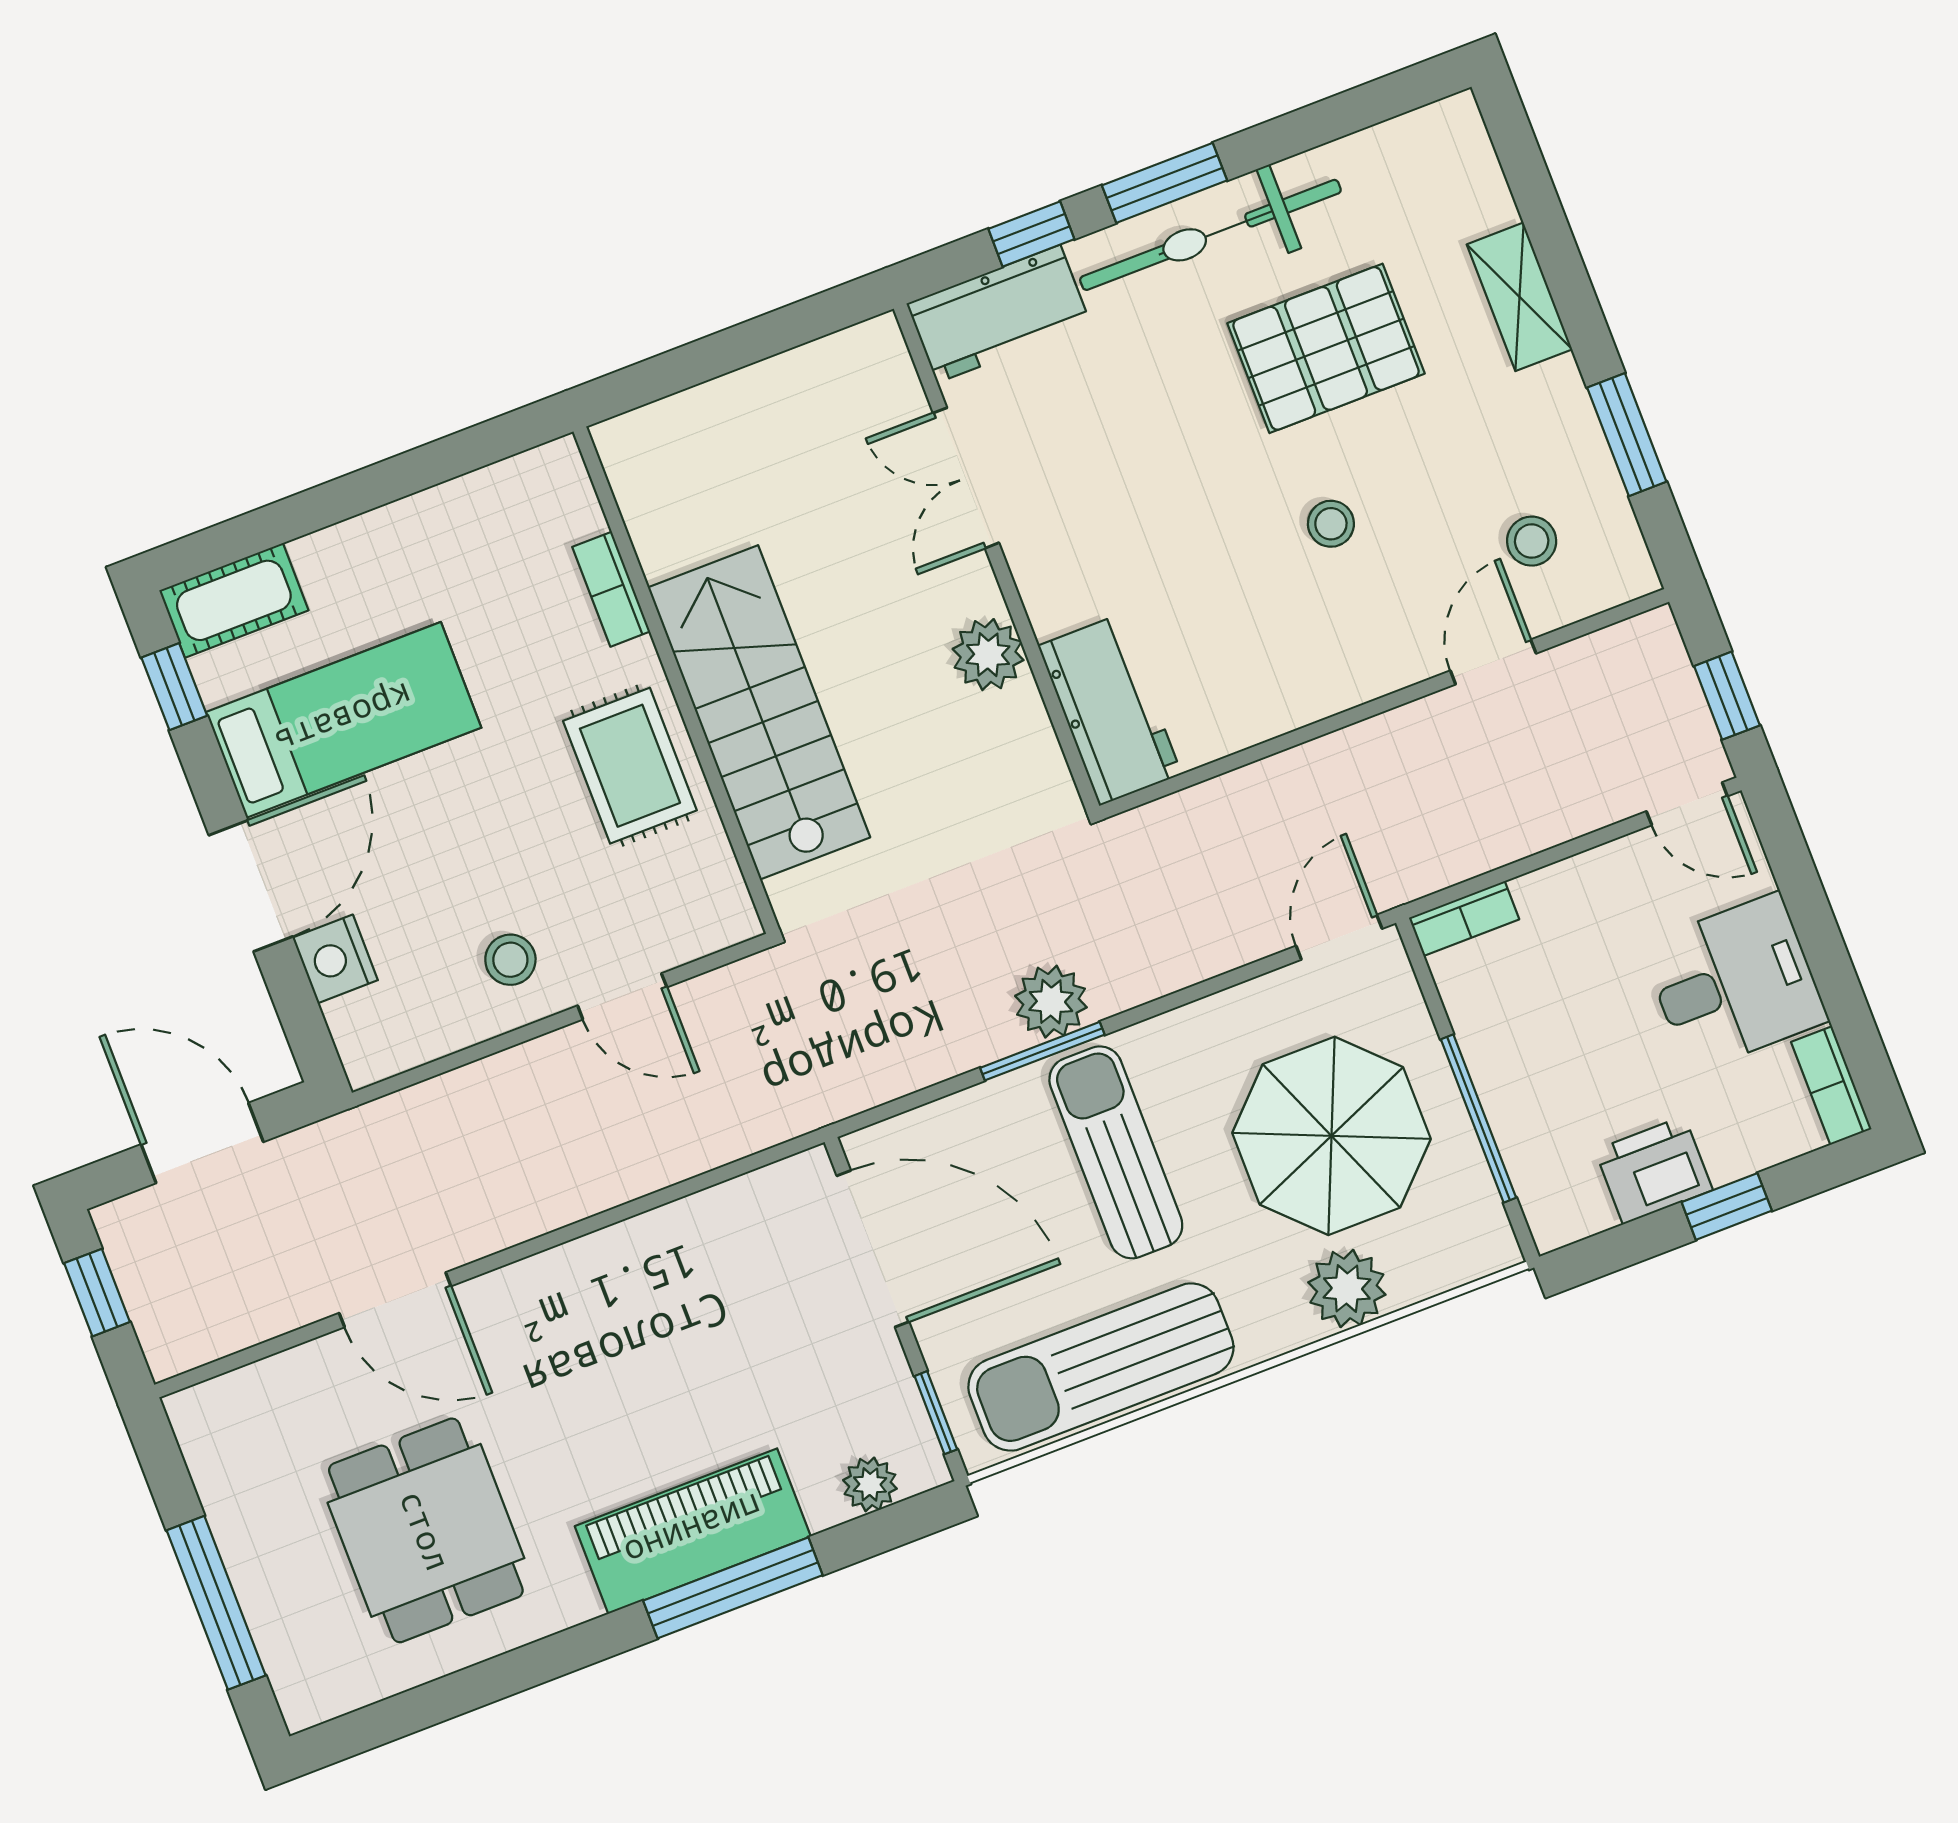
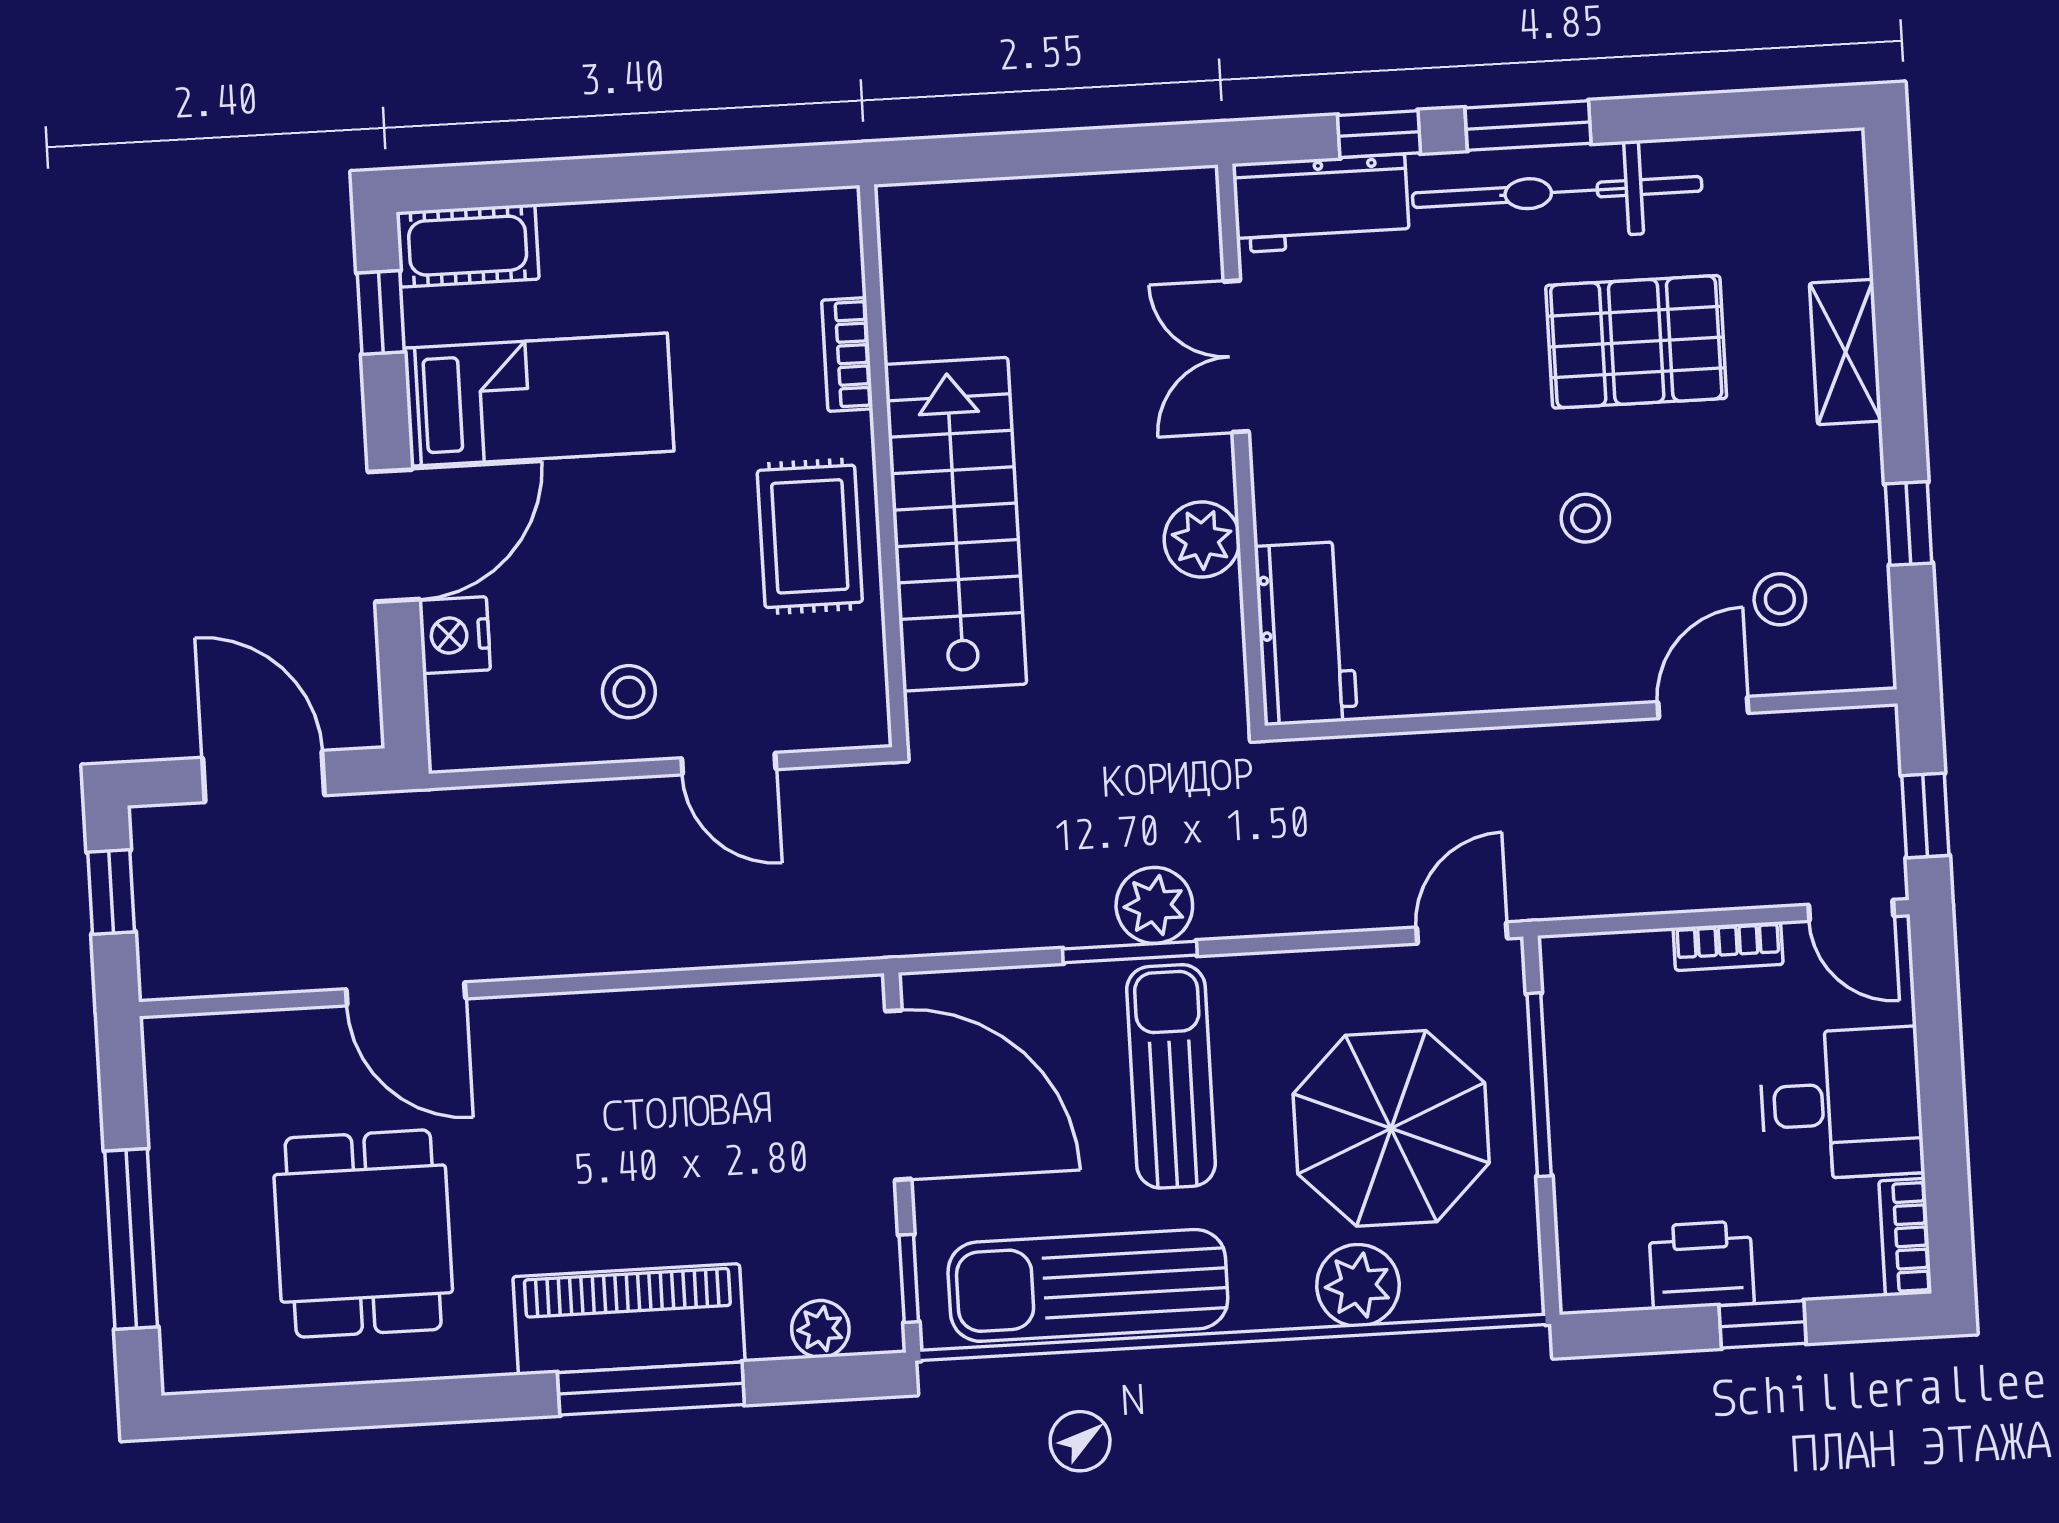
window: (1627, 435) -> (1909, 524), width x0.67
bookcase: (1464, 919) -> (1728, 946), moved
window: (1479, 1118) -> (1539, 1085), moved

